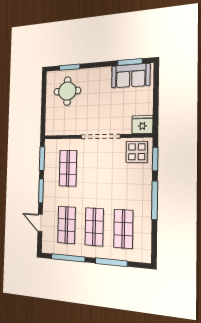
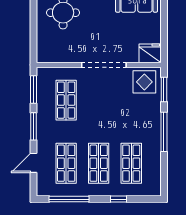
door: (40, 223) -> (33, 163), hinge flipped
window: (111, 262) -> (119, 199), width x0.46

